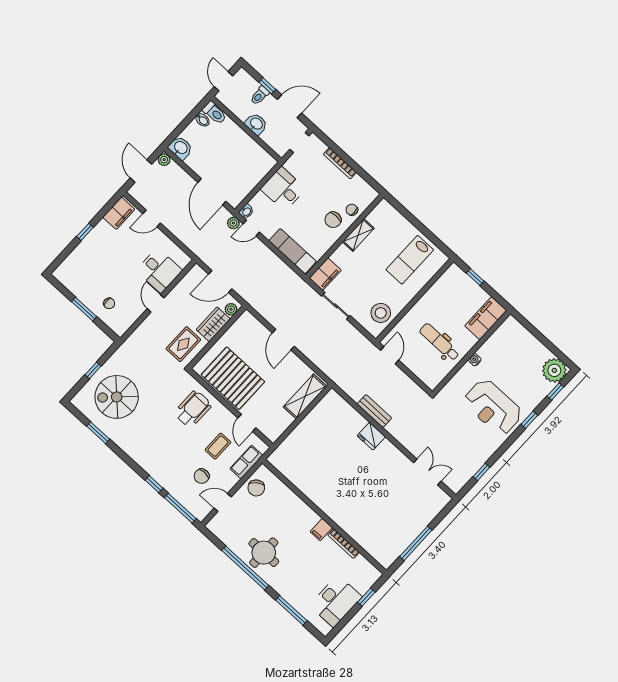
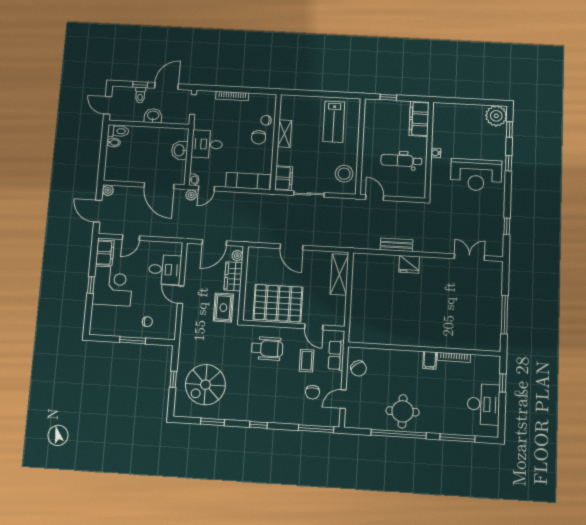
washbasin: (181, 148) -> (180, 150), moved, turned -90
corner desk: (103, 248) -> (113, 286), added
wheelchair: (193, 409) -> (267, 348), turned 90
window: (154, 484) -> (258, 425), moved

